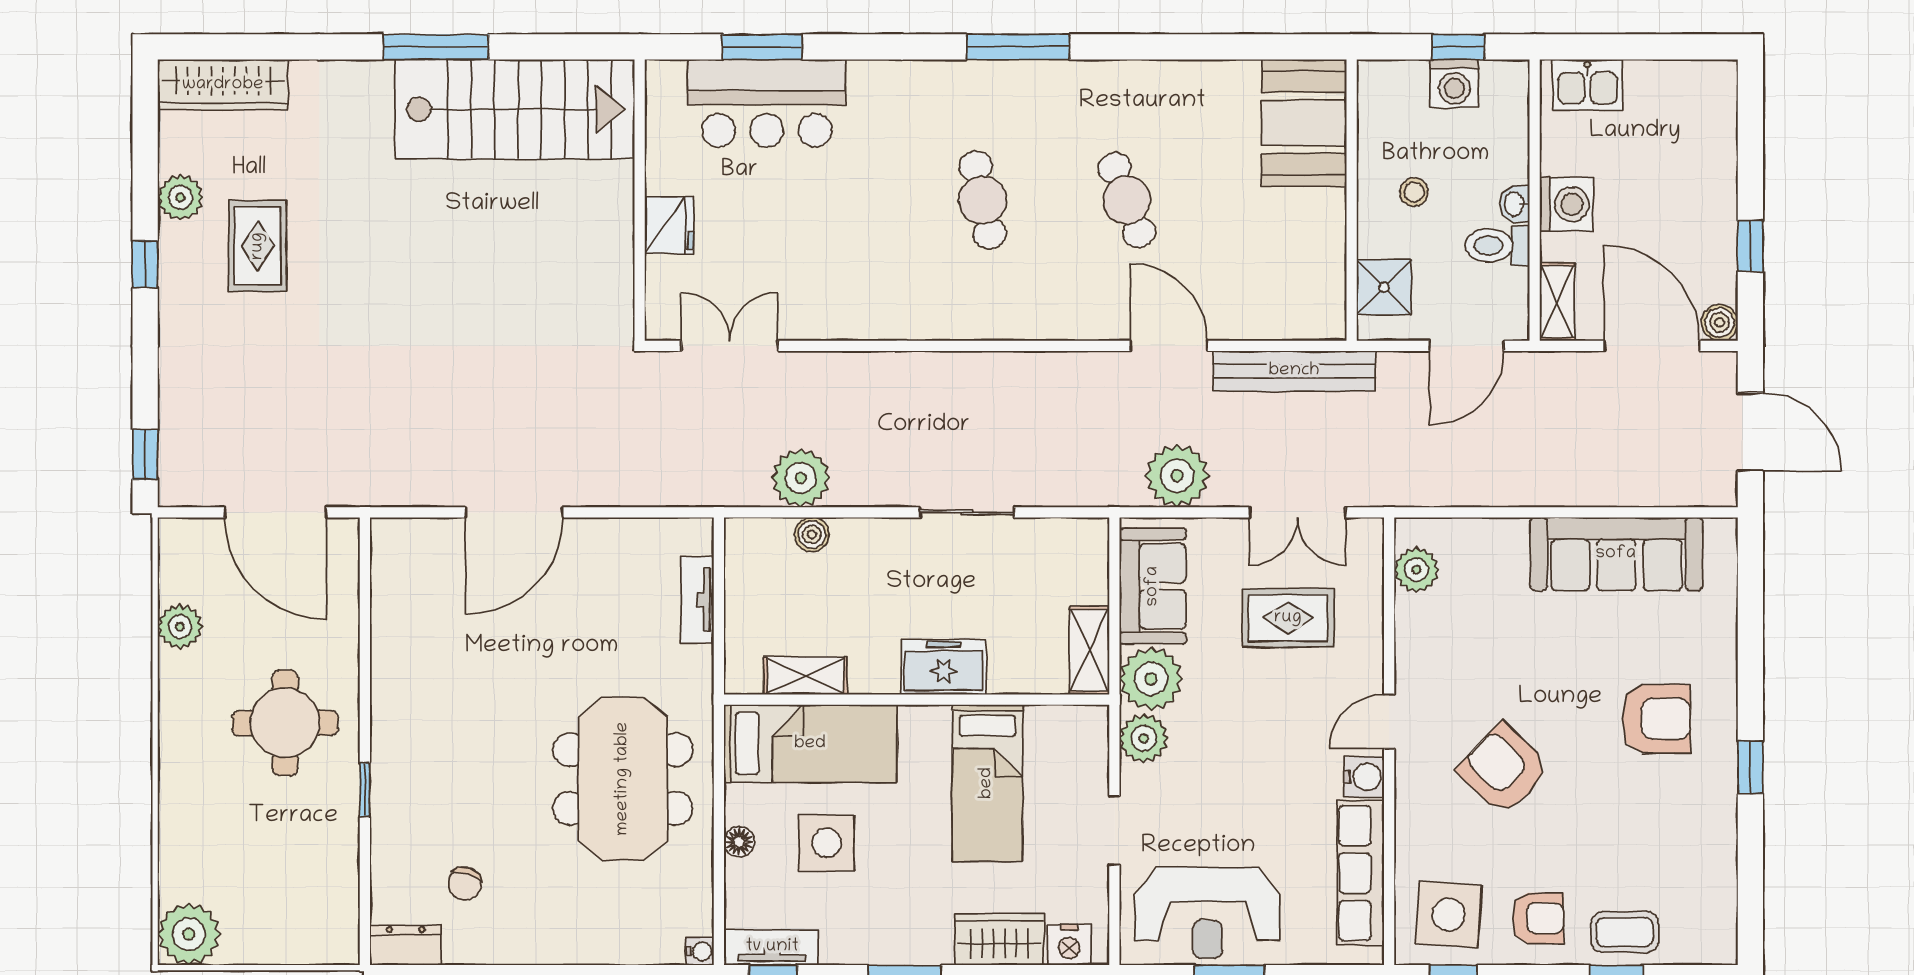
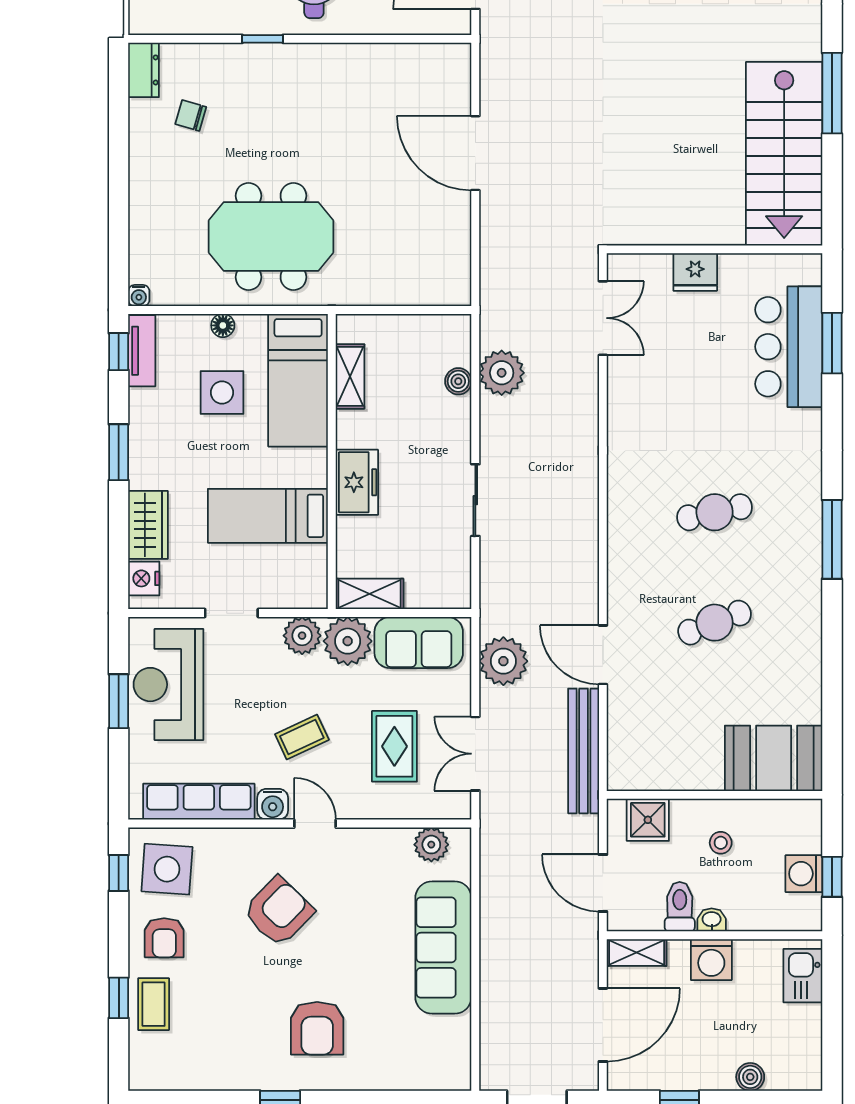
boiler: (1720, 323) -> (750, 1077), moved
door: (1169, 346) -> (603, 655), swing flipped
sofa: (1616, 554) -> (443, 948), moved
tv unit: (697, 600) -> (408, 293), removed
coffee table: (1276, 739) -> (302, 737), added

